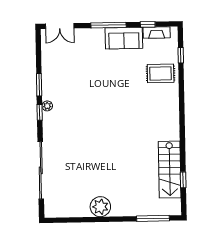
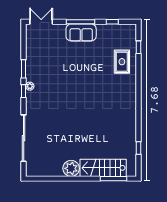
double door: (60, 26) -> (41, 22), swing flipped
fireplace: (157, 32) -> (119, 28), removed
sofa: (124, 38) -> (81, 33), moved
rug: (161, 73) -> (122, 62), turned 90
stairs: (170, 170) -> (103, 168), moved, turned 90

